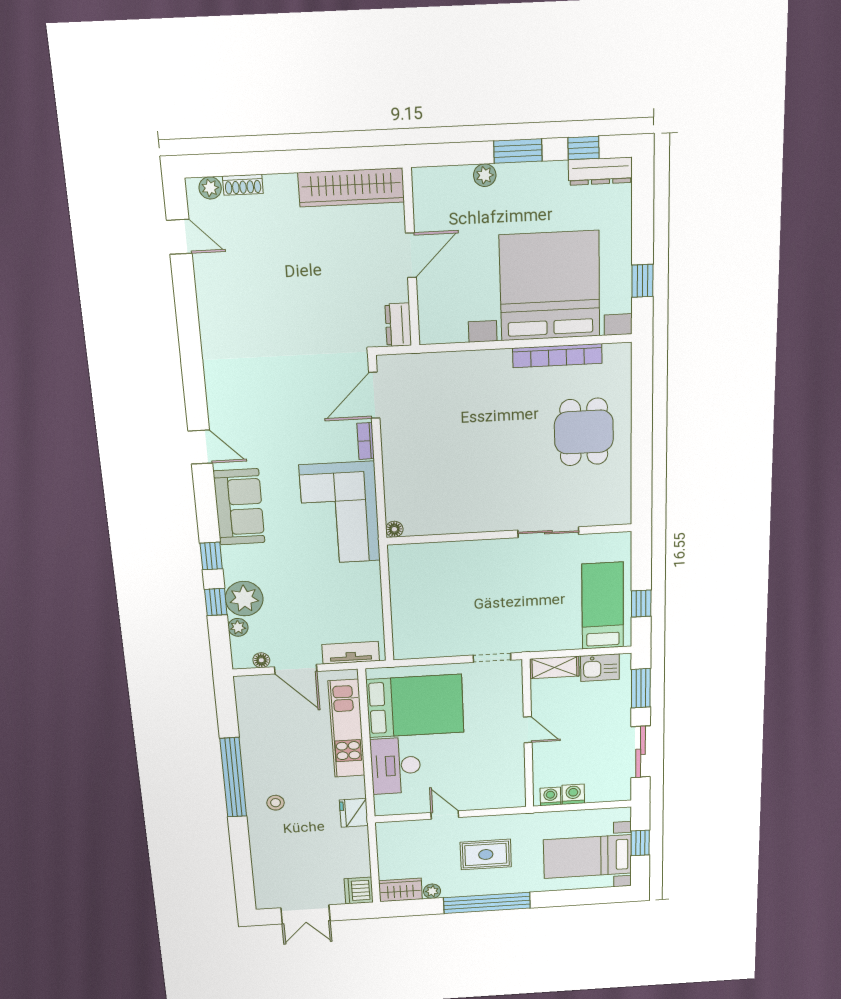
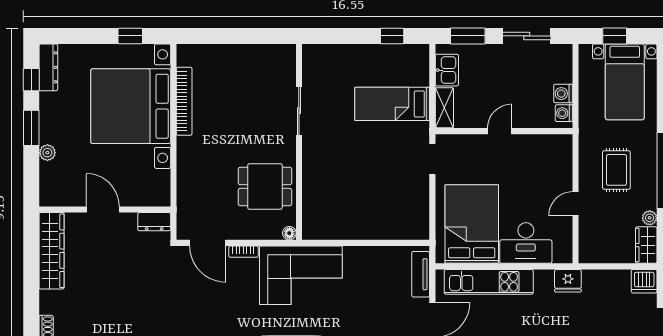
dining table: (584, 432) -> (265, 187), moved
floor lamp: (394, 529) -> (289, 233), moved
sliding door: (548, 532) -> (299, 111), moved
wall: (509, 534) -> (299, 142), moved
bed: (603, 606) -> (392, 104), moved

